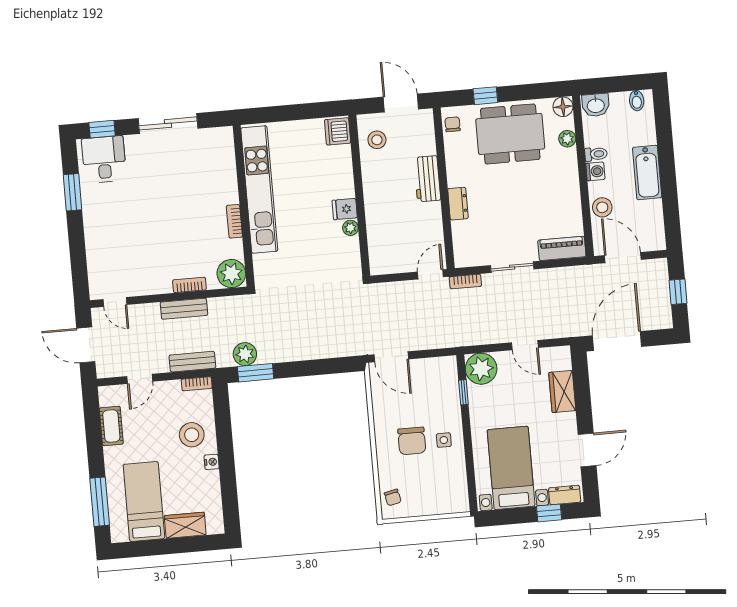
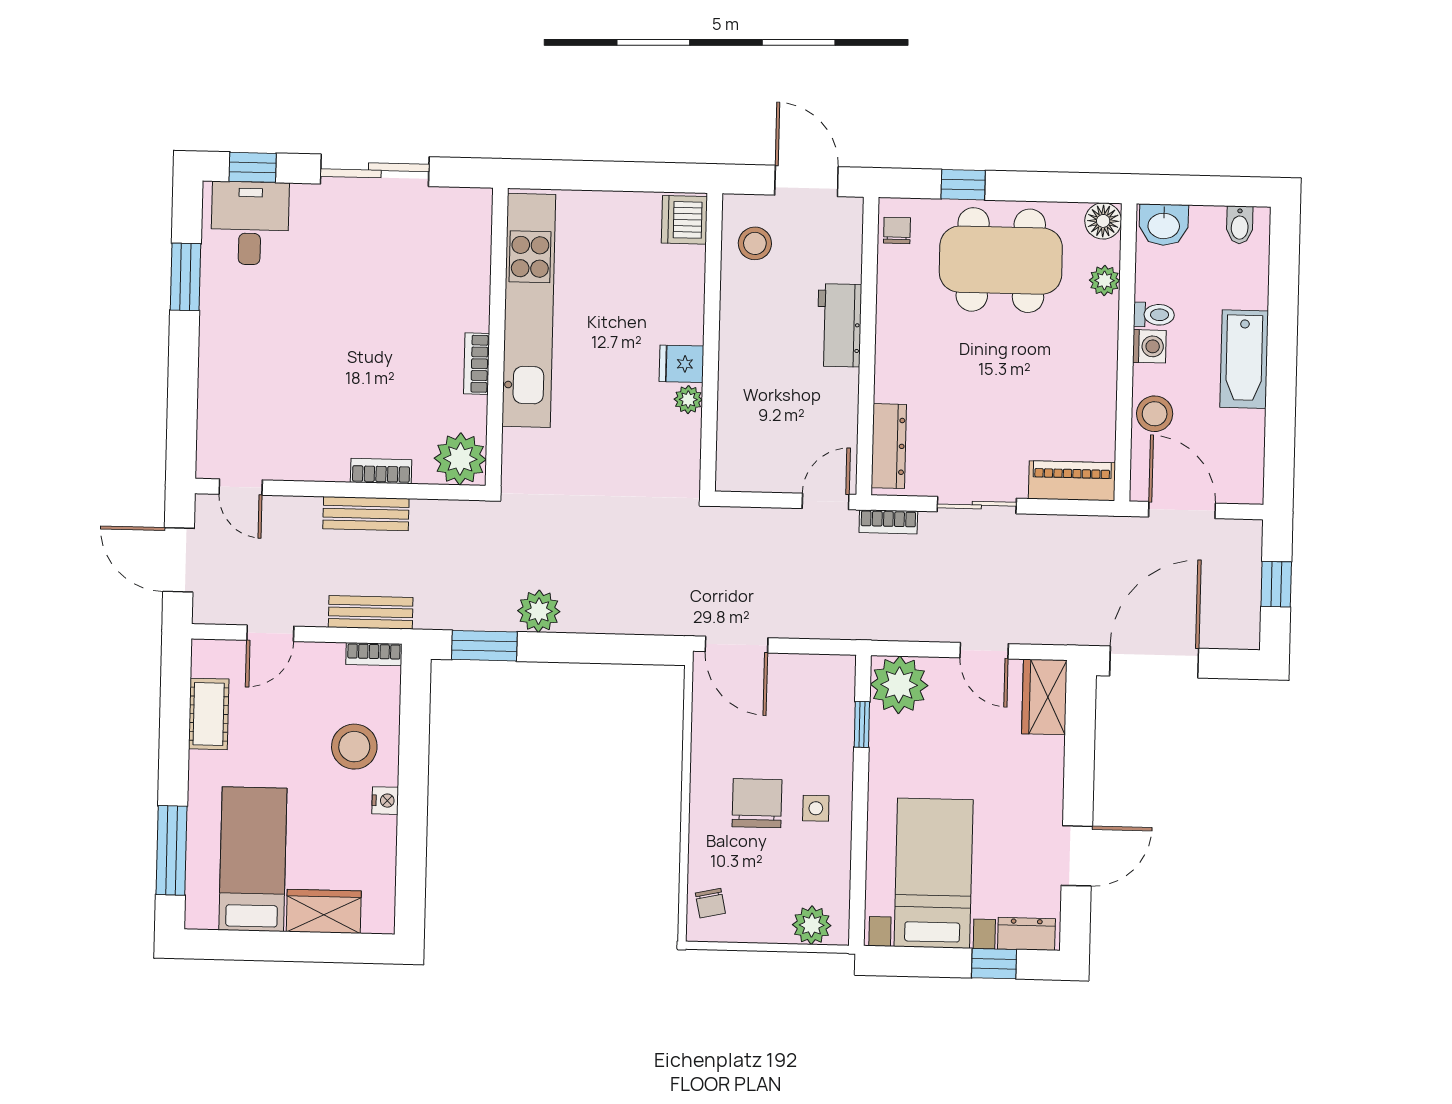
dresser: (458, 204) -> (889, 446), moved, width x1.44
plant: (245, 354) -> (539, 611), moved
wardrobe: (562, 392) -> (1044, 697), moved
chair: (412, 441) -> (757, 803), turned 180
plant: (449, 503) -> (812, 925), added

